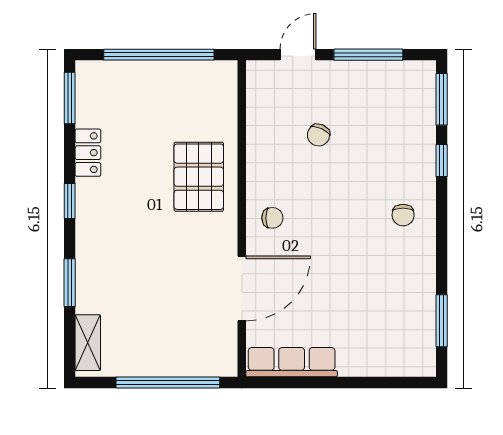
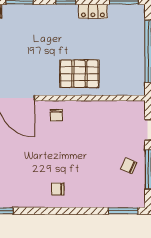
chair: (319, 135) -> (129, 166), moved
window: (442, 160) -> (89, 211), removed

